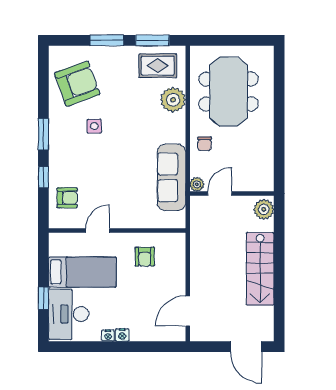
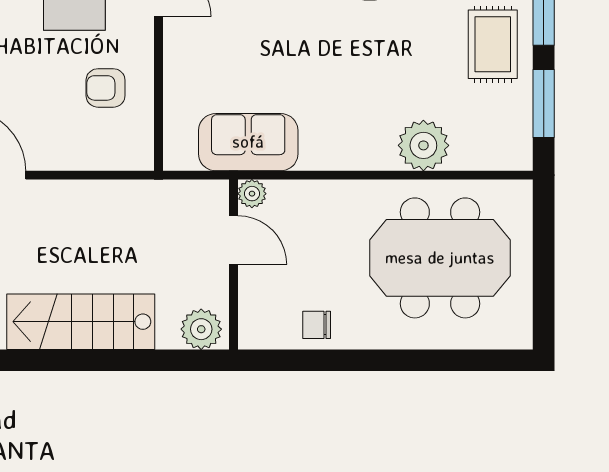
rug: (158, 66) -> (493, 44), moved
chair: (205, 144) -> (317, 325), moved
sofa: (171, 177) -> (248, 142), width x0.73

